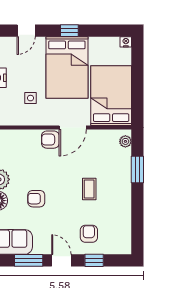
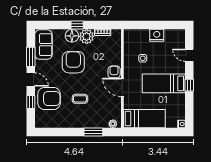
bed: (67, 68) -> (164, 83), width x0.67
bed: (111, 96) -> (144, 119), width x0.67
armchair: (36, 199) -> (73, 62), width x1.88, depth x1.88
armchair: (89, 234) -> (49, 99), width x1.88, depth x1.88
door: (61, 260) -> (31, 79), hinge flipped

